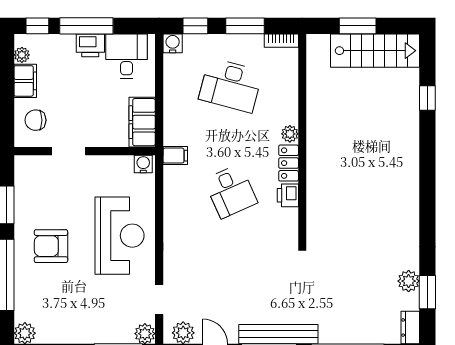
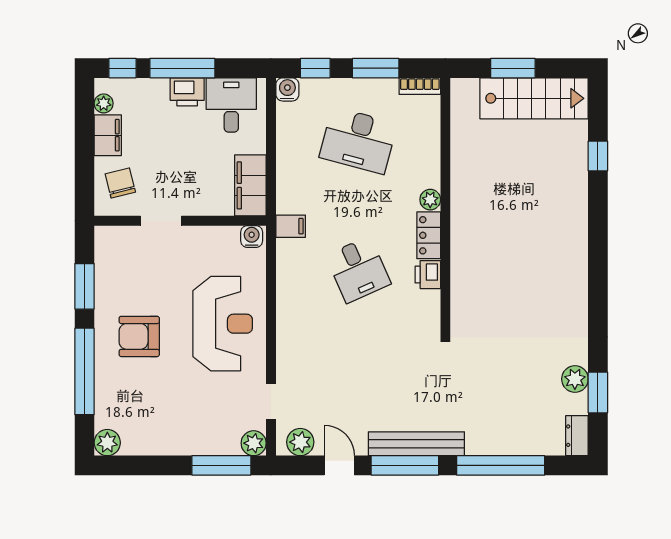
chair: (35, 120) -> (120, 183), turned 76

